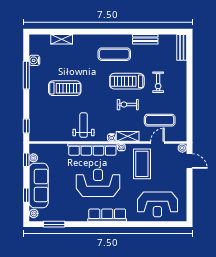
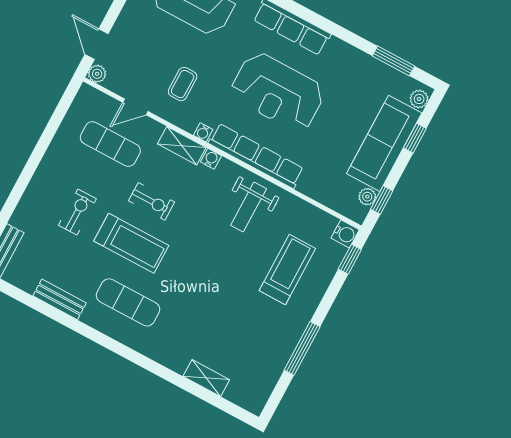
water cooler: (34, 60) -> (345, 234), moved
treadmill: (65, 88) -> (287, 270), moved, turned 90
coffee table: (142, 164) -> (183, 84), width x0.54, depth x0.58

